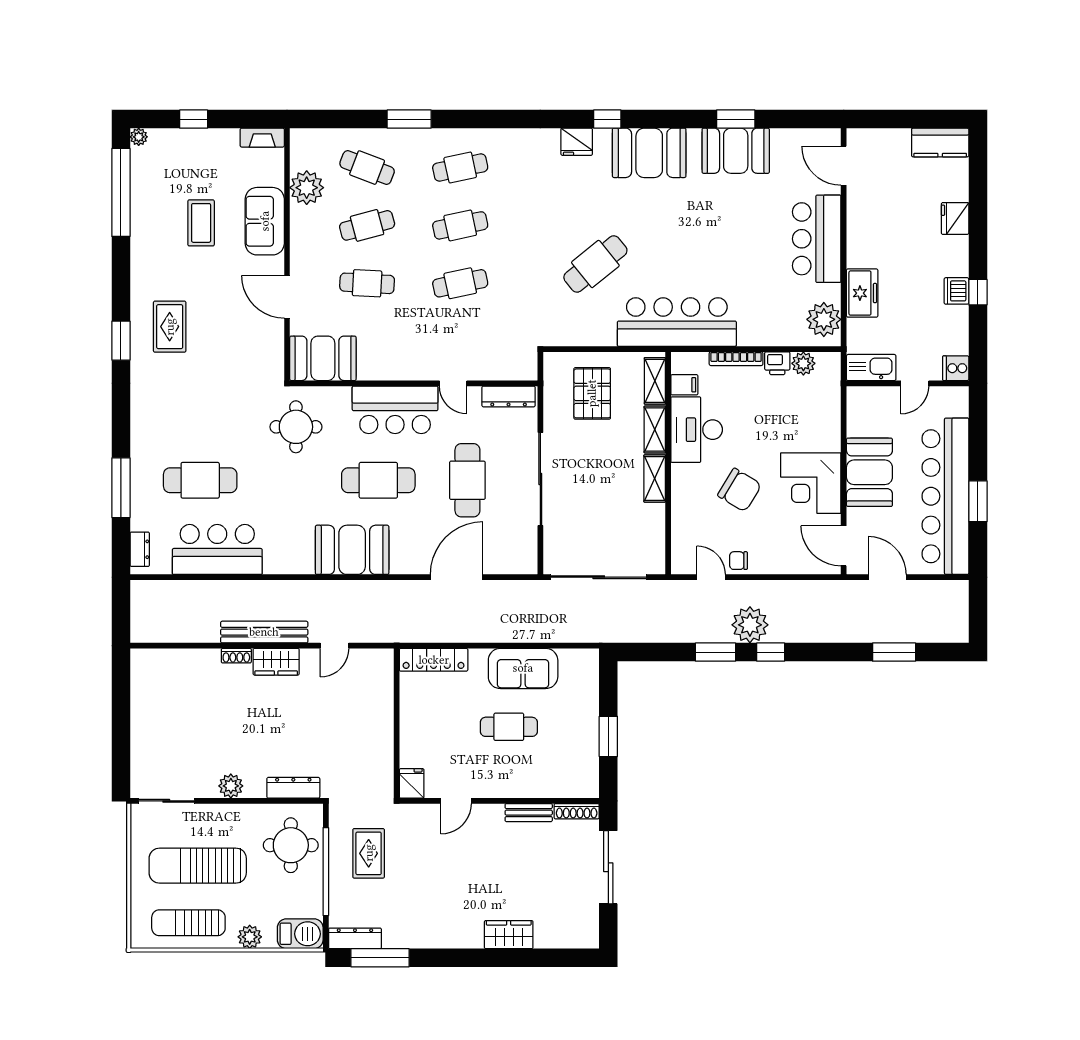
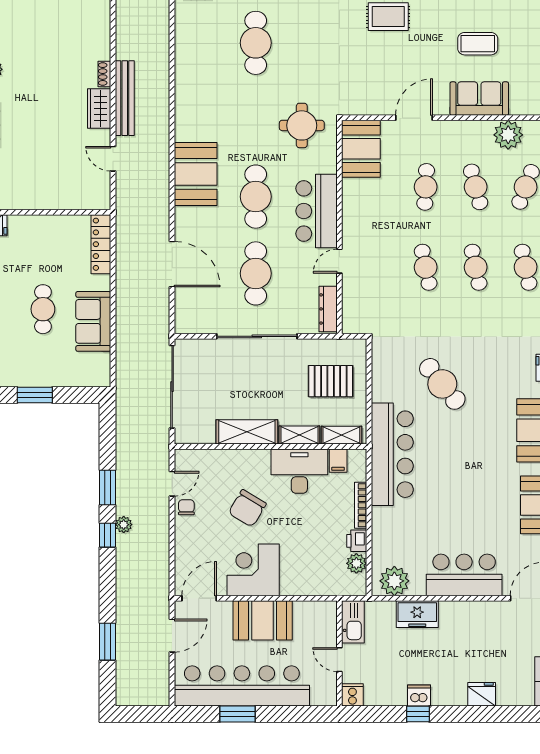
shelving: (655, 479) -> (247, 432), width x1.50, depth x1.33
cafe table: (467, 480) -> (256, 273), turned 90
bar counter: (217, 549) -> (196, 58), removed
plant: (750, 625) -> (124, 525), width x0.53, depth x0.53

